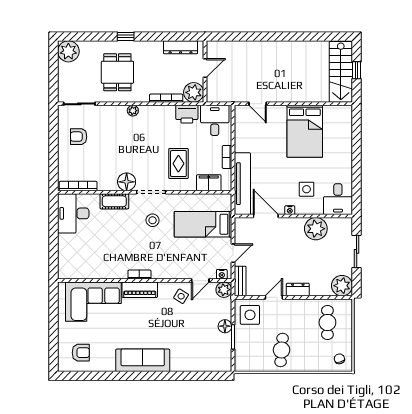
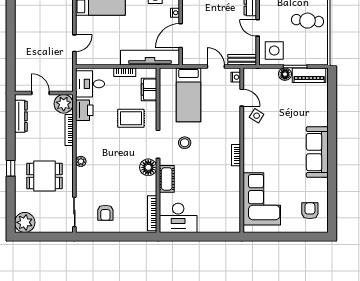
piano: (140, 290) -> (309, 75), moved, turned 90
plant: (224, 290) -> (250, 75), removed

